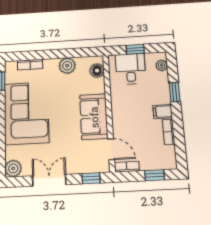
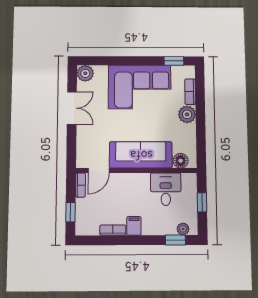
plant: (67, 66) -> (187, 114), moved
desk: (131, 69) -> (166, 189), moved, turned -90
window: (175, 92) -> (175, 240), moved
sofa: (94, 117) -> (141, 155), width x1.36
window: (91, 178) -> (71, 149), removed

